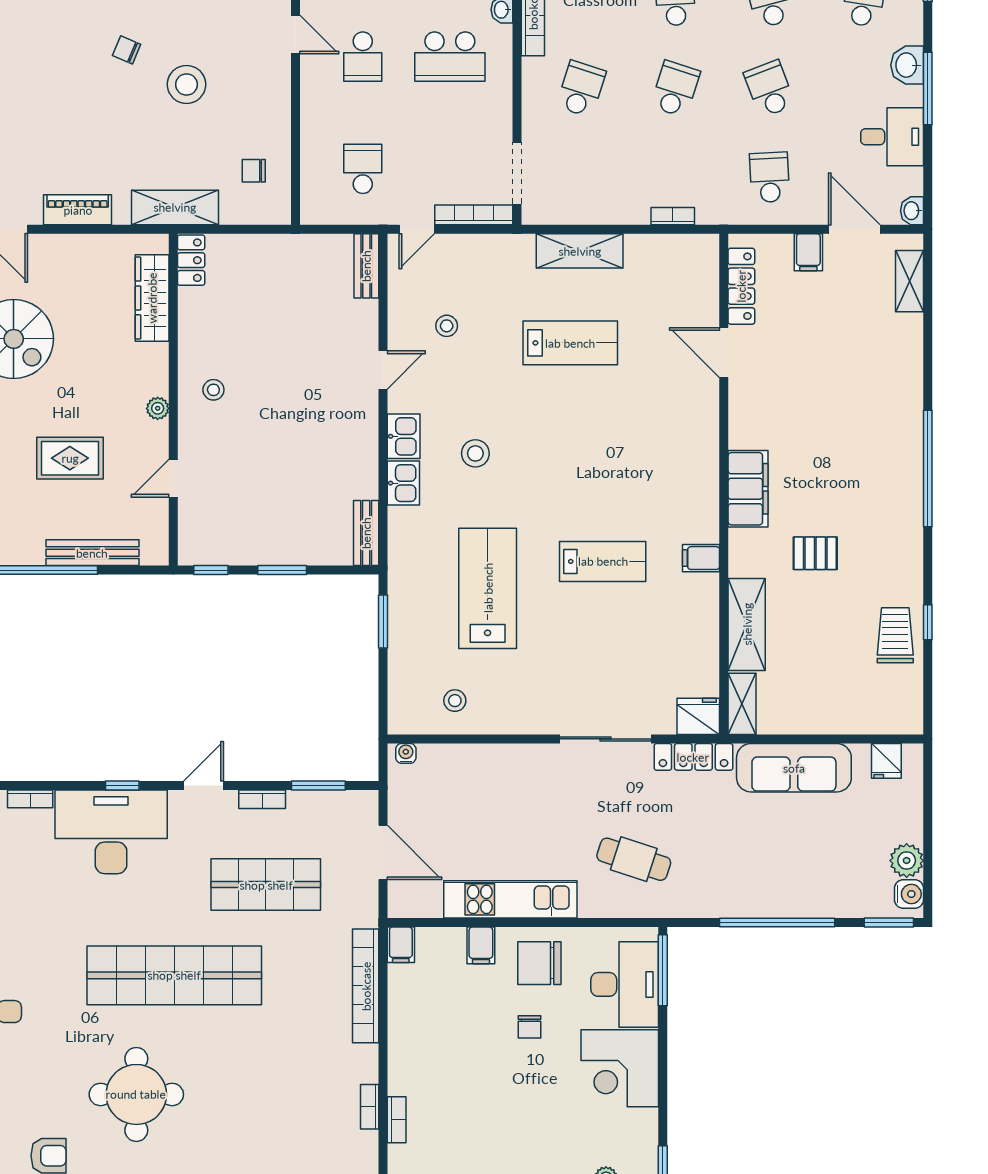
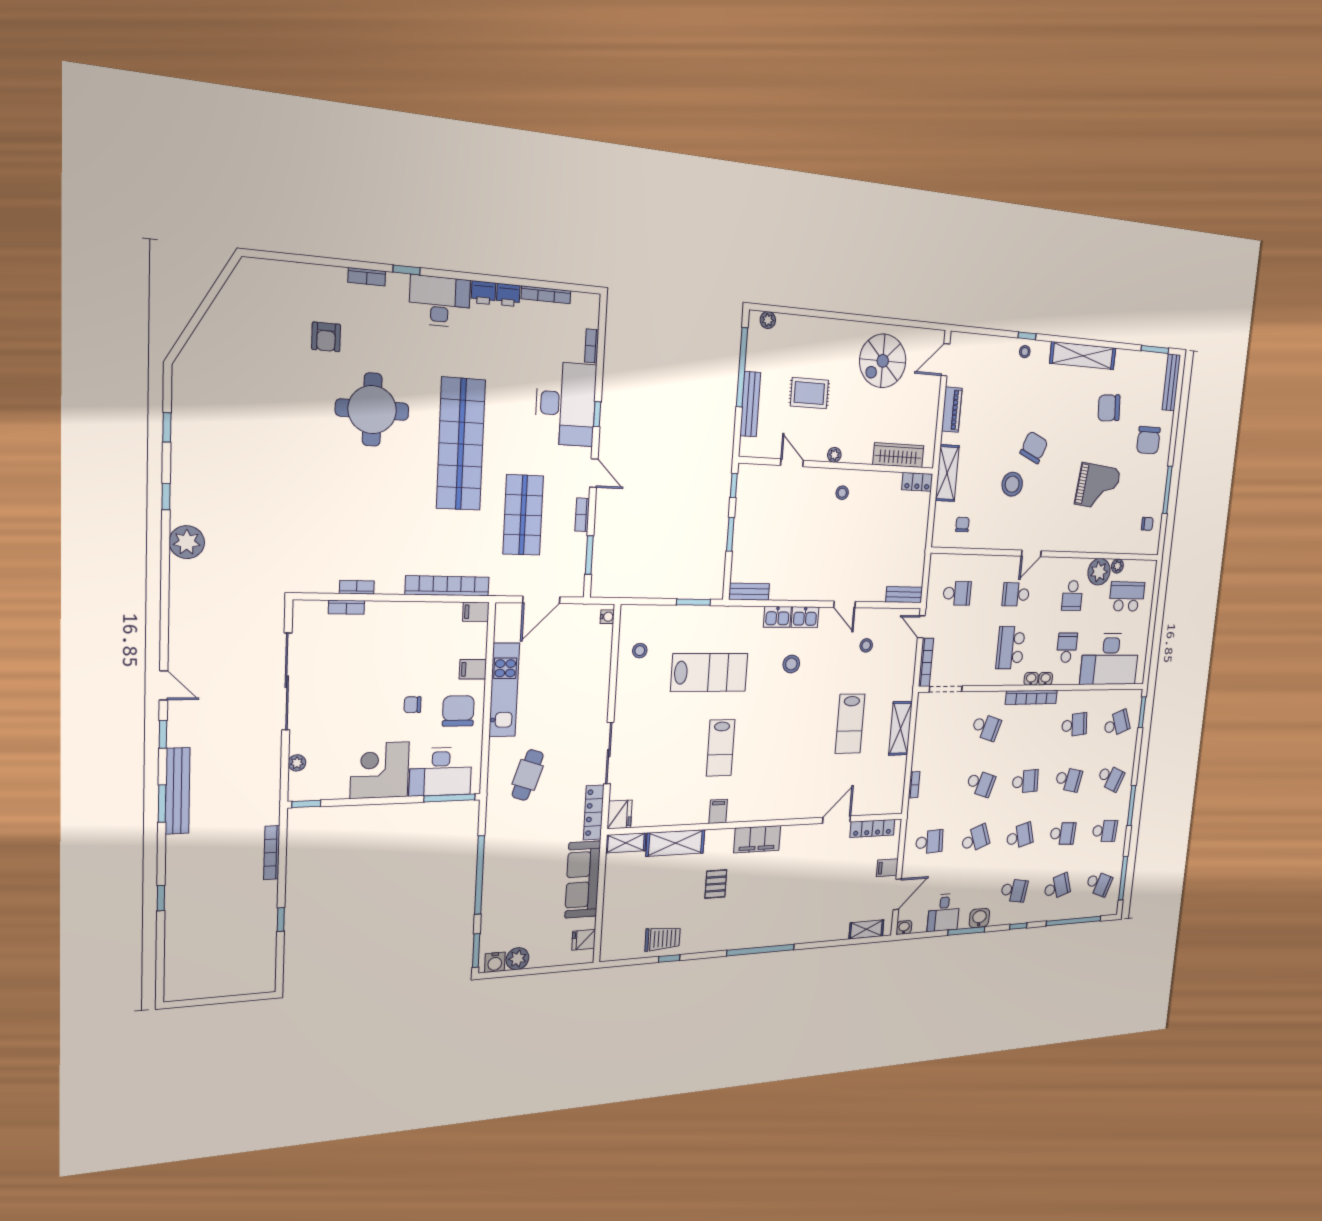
chair: (127, 50) -> (1034, 447), width x1.87, depth x1.87
rug: (70, 458) -> (809, 393), turned 90

